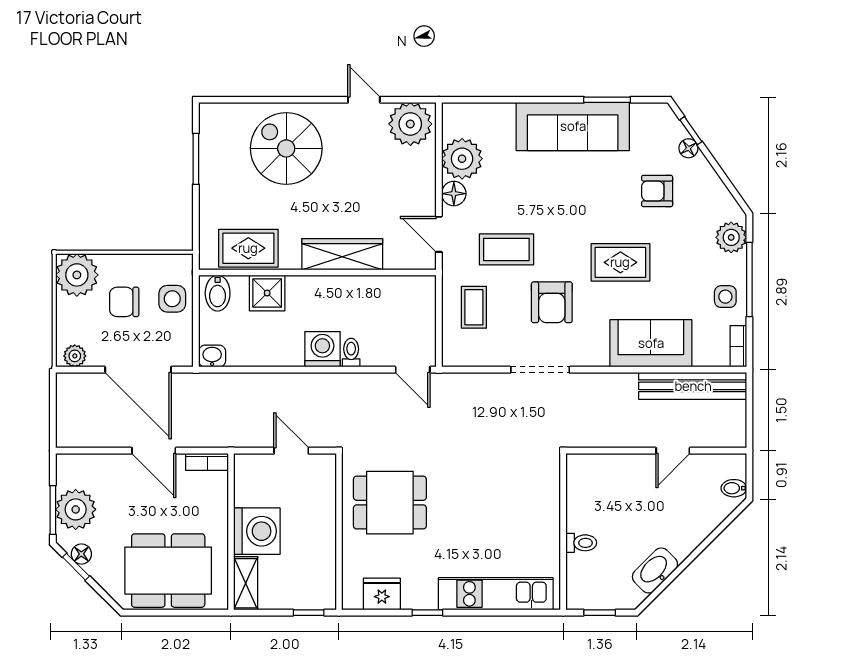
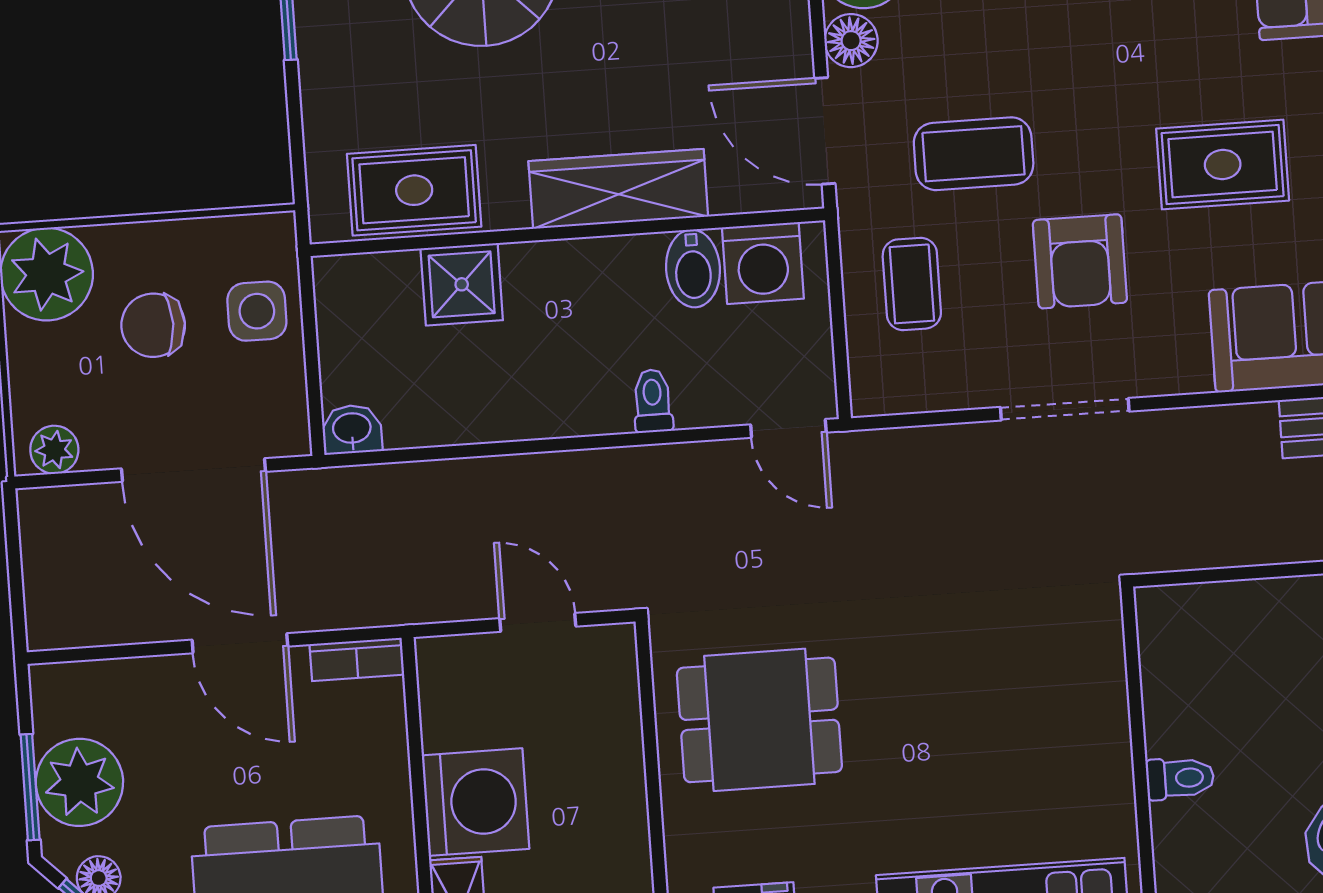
door: (439, 234) -> (825, 131), width x1.38
bidet: (218, 293) -> (693, 268), moved
washing machine: (322, 349) -> (763, 263), moved, turned 180

